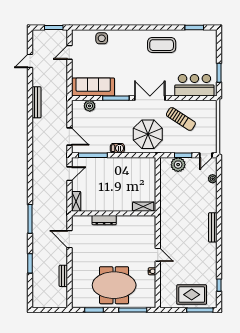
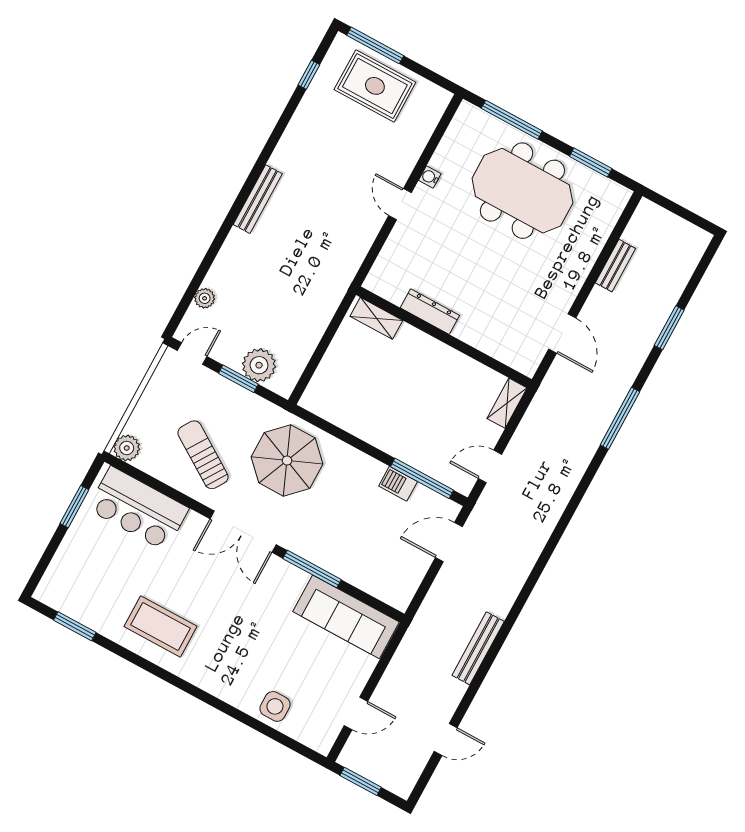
plant: (90, 106) -> (127, 448), moved
door: (69, 137) -> (449, 542), hinge flipped
barbecue: (117, 148) -> (398, 484), moved
dresser: (104, 220) -> (430, 312), moved

